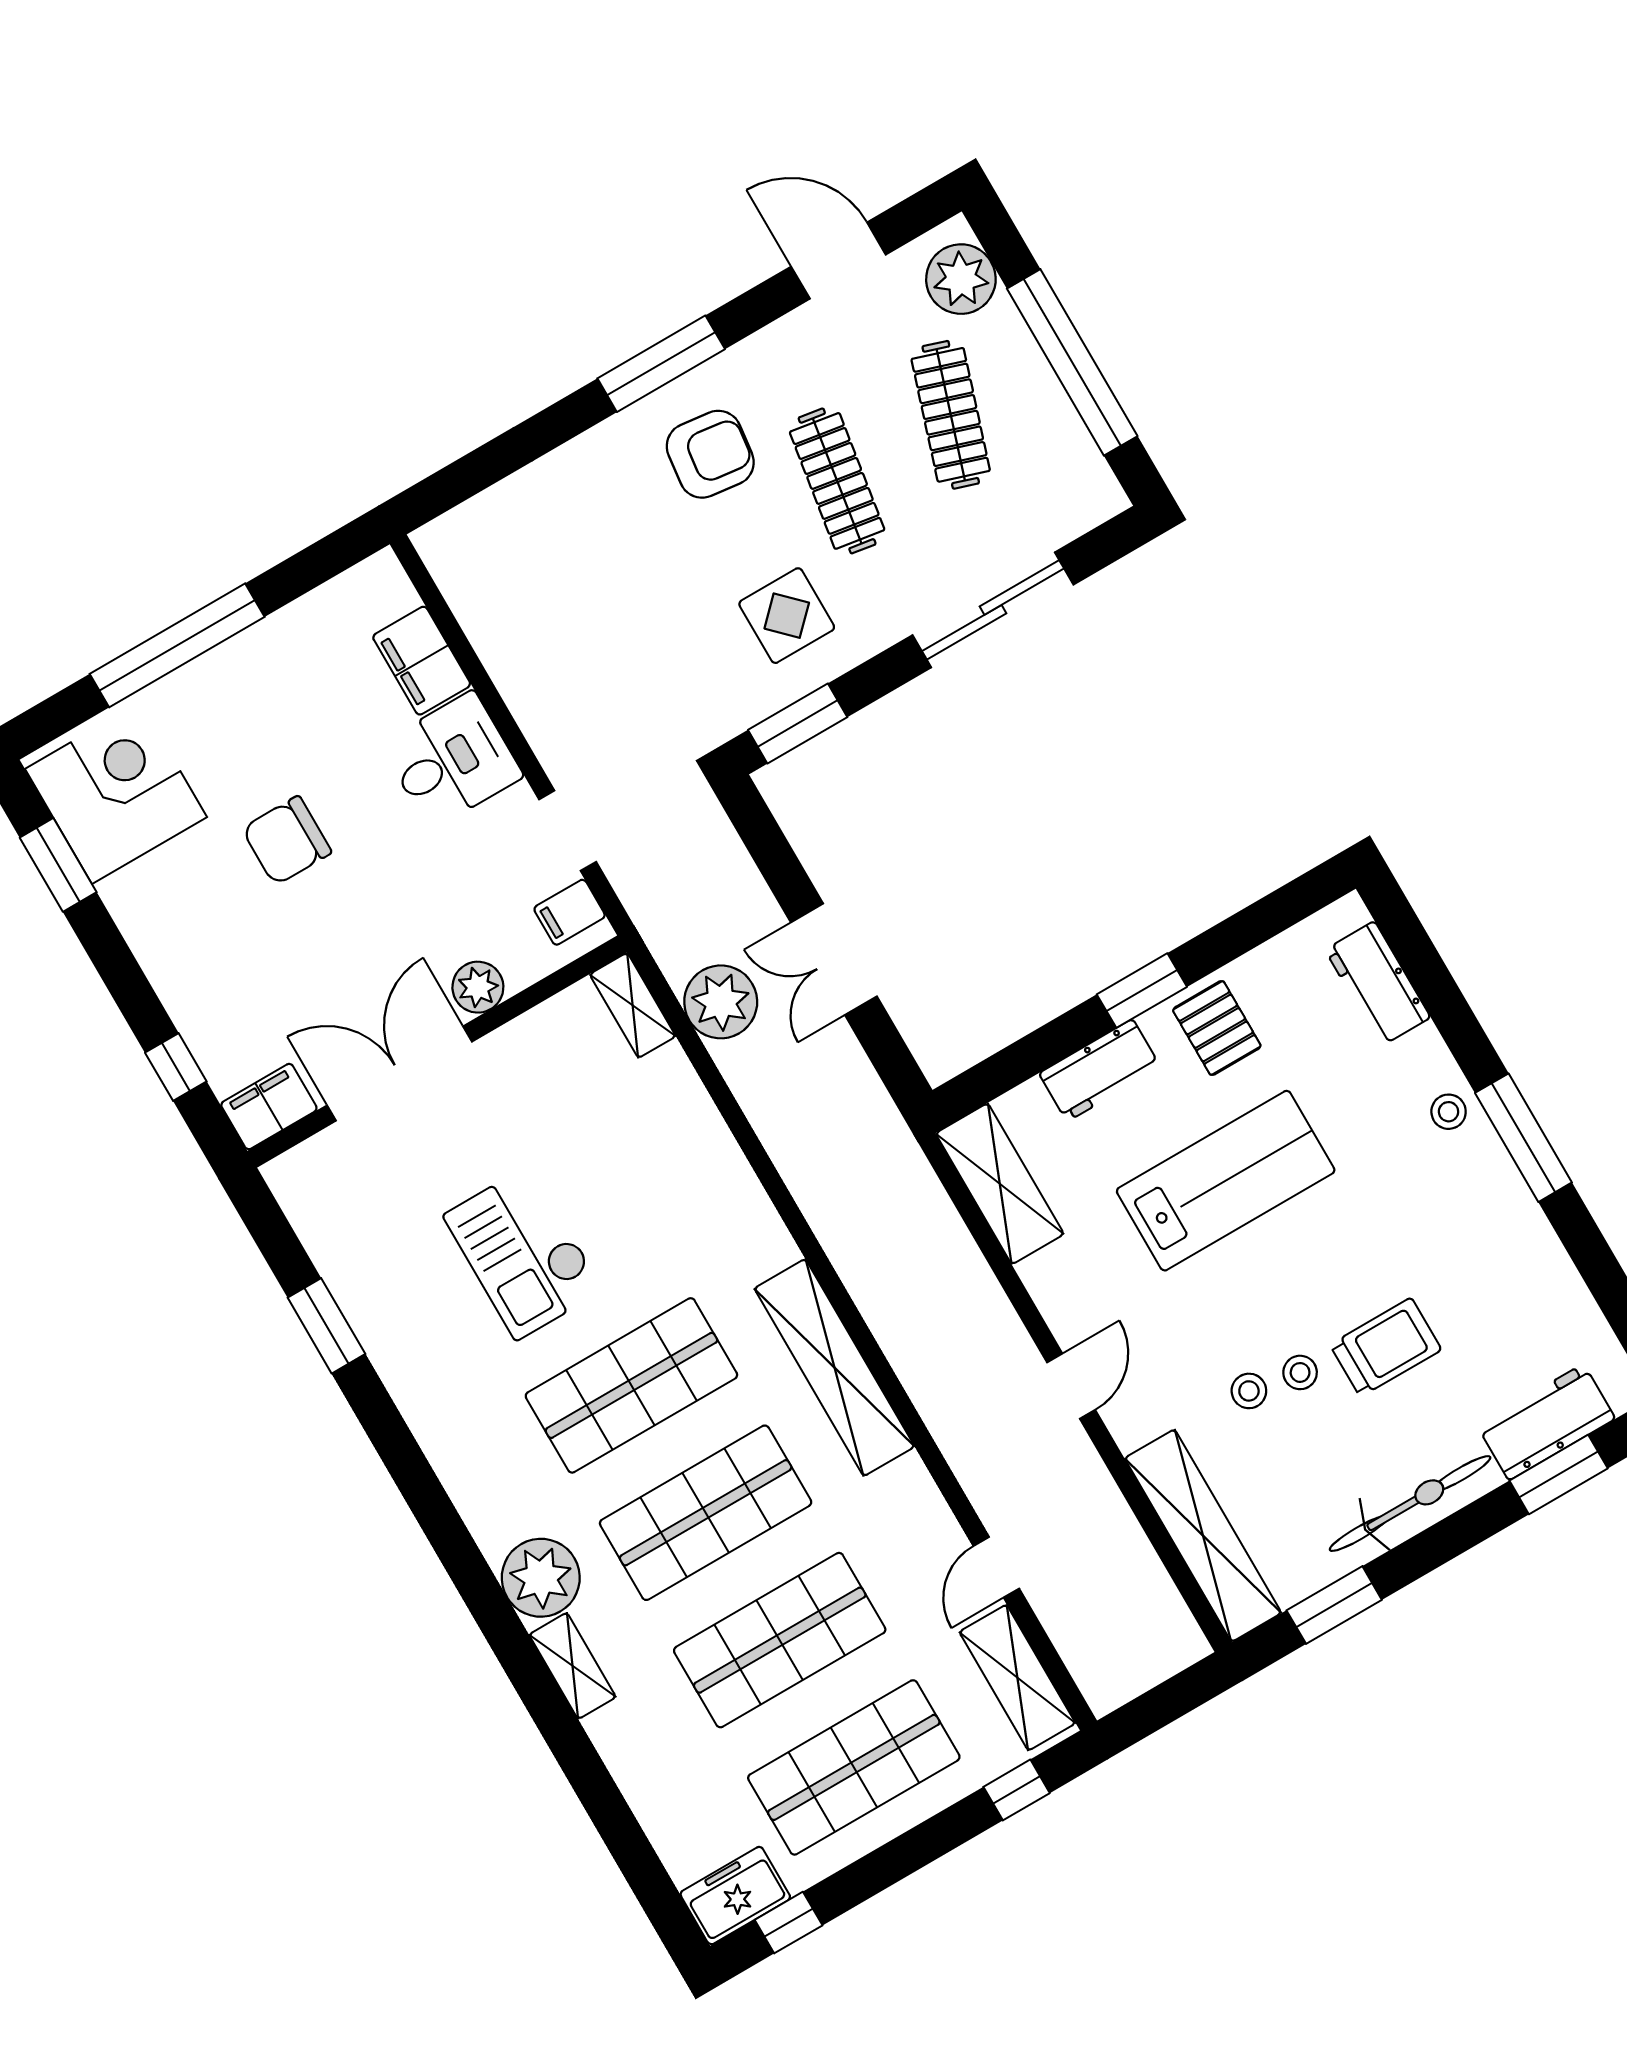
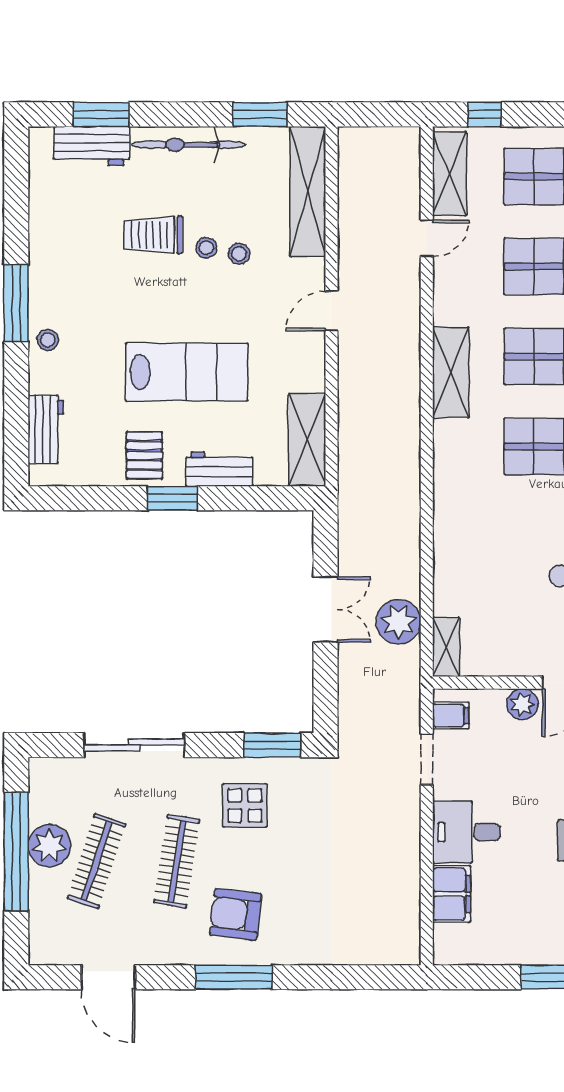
plant: (961, 279) -> (49, 846), moved
lab bench: (1226, 1181) -> (187, 372), turned 180
shelving: (834, 1368) -> (451, 372), width x0.68

